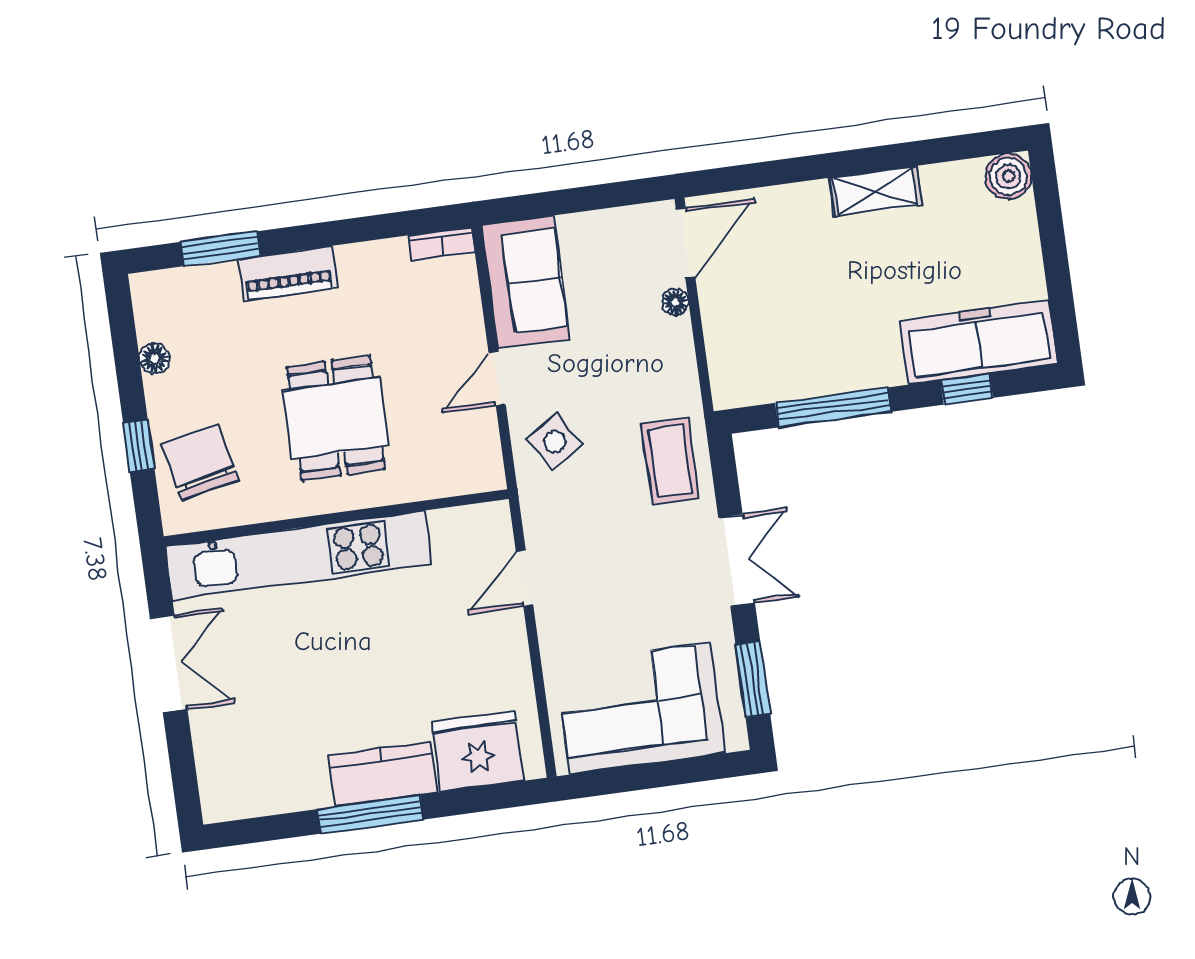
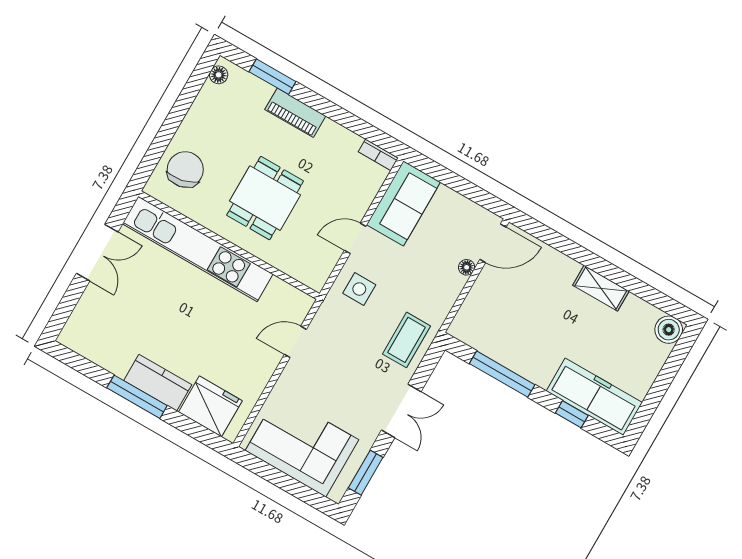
floor lamp: (155, 359) -> (219, 75), moved
side table: (555, 442) -> (359, 289), turned 32
window: (139, 446) -> (163, 139), removed

